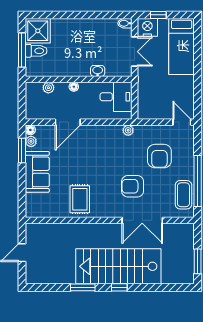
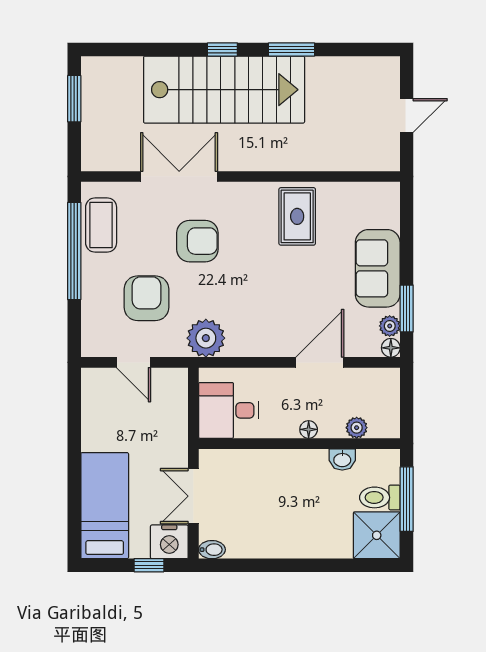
washbasin: (98, 71) -> (342, 459), moved
door: (182, 122) -> (134, 362), moved
plant: (128, 130) -> (206, 338), width x1.87, depth x1.87

